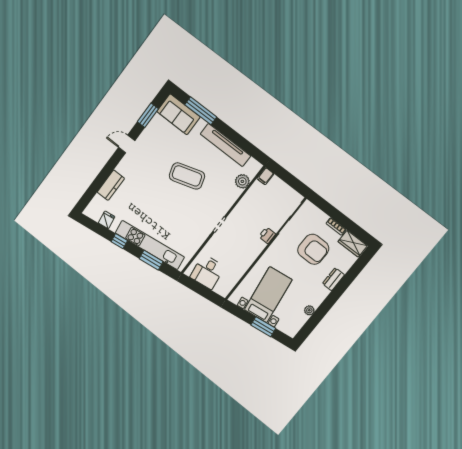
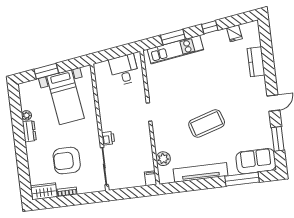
kitchen unit: (150, 245) -> (175, 50), width x0.73
dresser: (333, 279) -> (29, 131), moved

